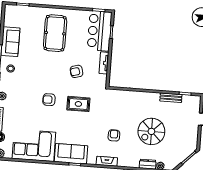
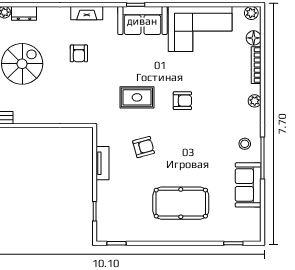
bar counter: (100, 31) -> (113, 211), removed
pool table: (55, 33) -> (181, 203), turned 90

